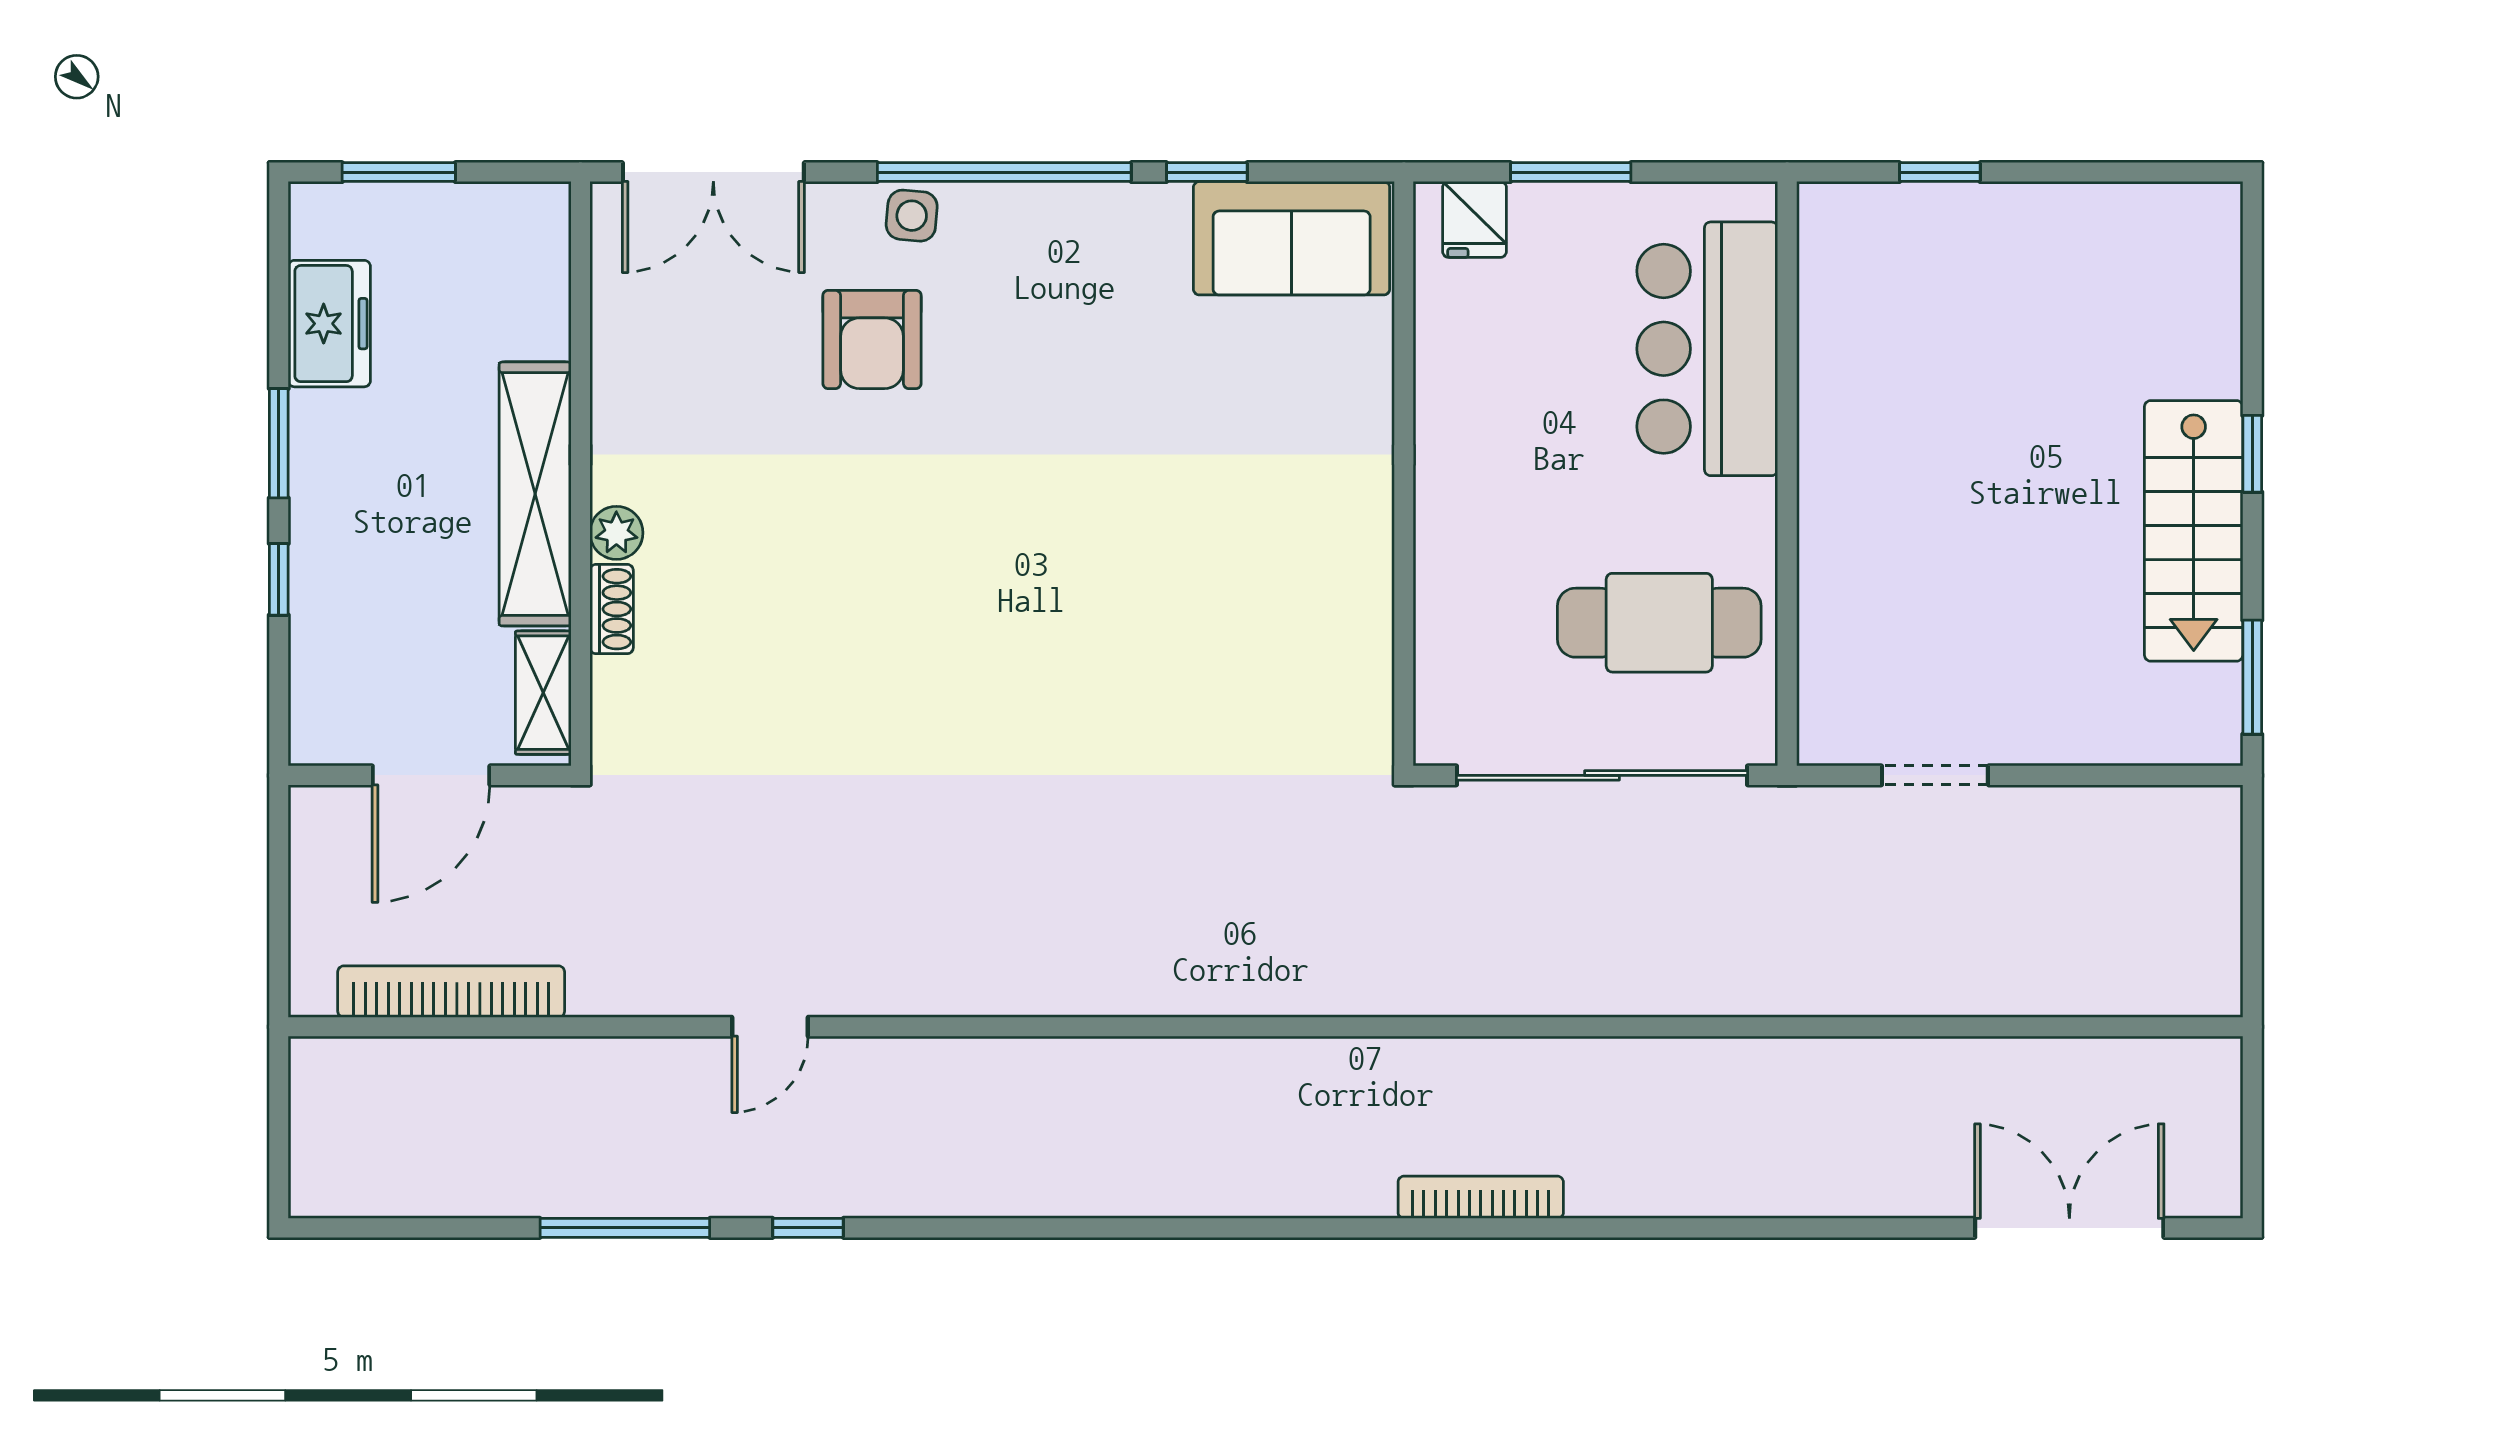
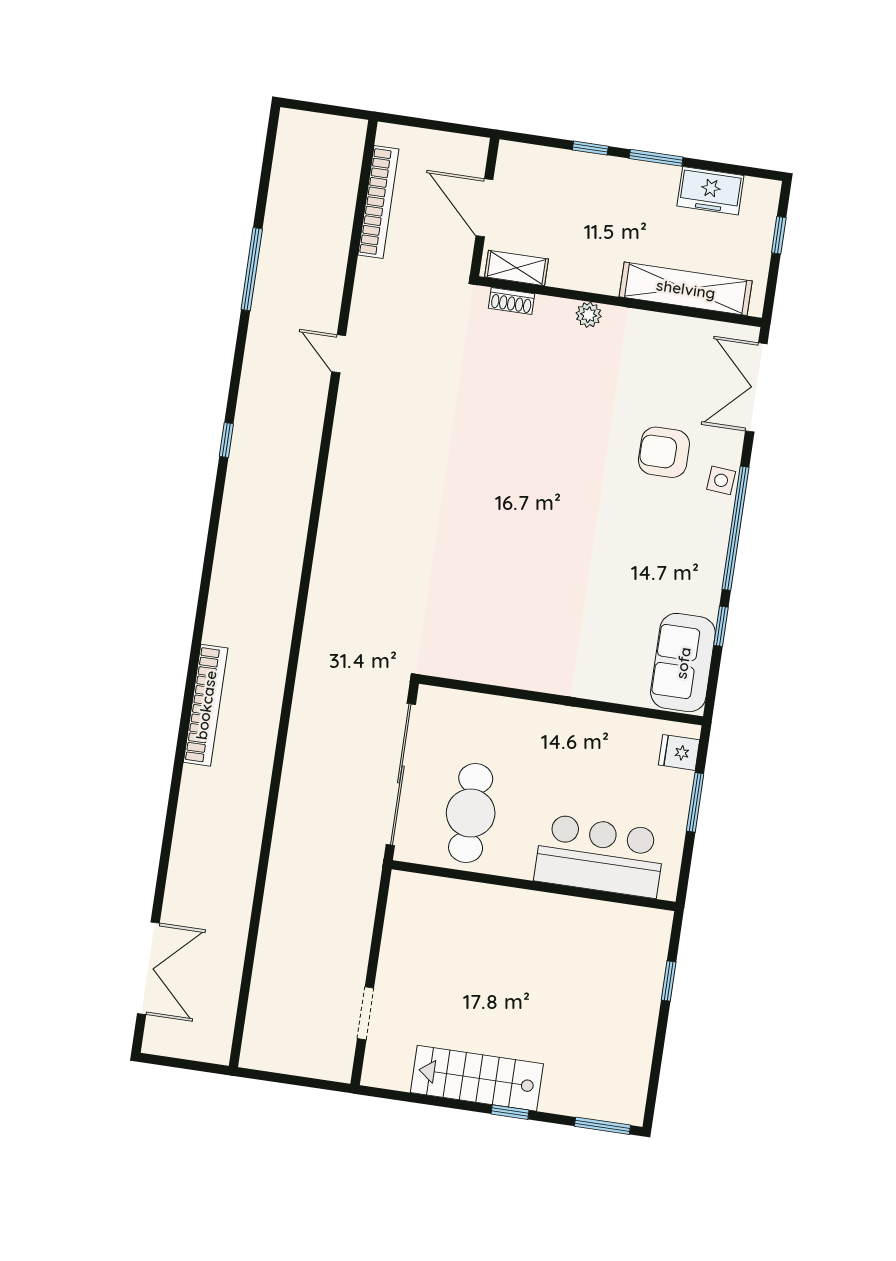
window: (399, 172) -> (779, 235), width x0.67
shelving: (535, 494) -> (686, 289), moved
shoe rack: (612, 609) -> (512, 301), moved
window: (2252, 677) -> (602, 1126), moved
doorway: (1935, 775) -> (366, 1013), moved
bookcase: (1481, 1197) -> (206, 705), width x1.48, depth x1.31
window: (808, 1228) -> (226, 440), moved

